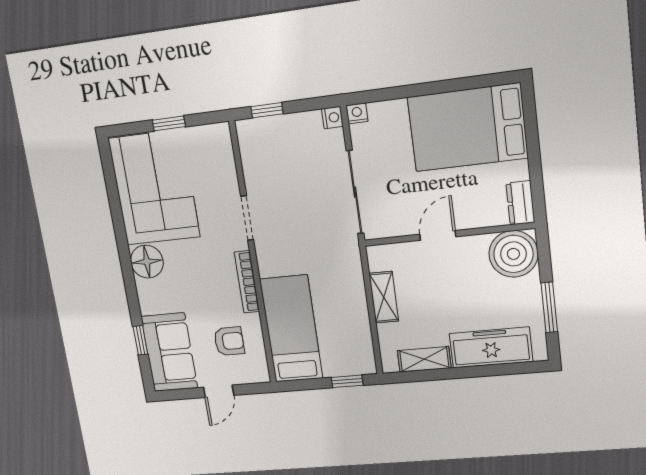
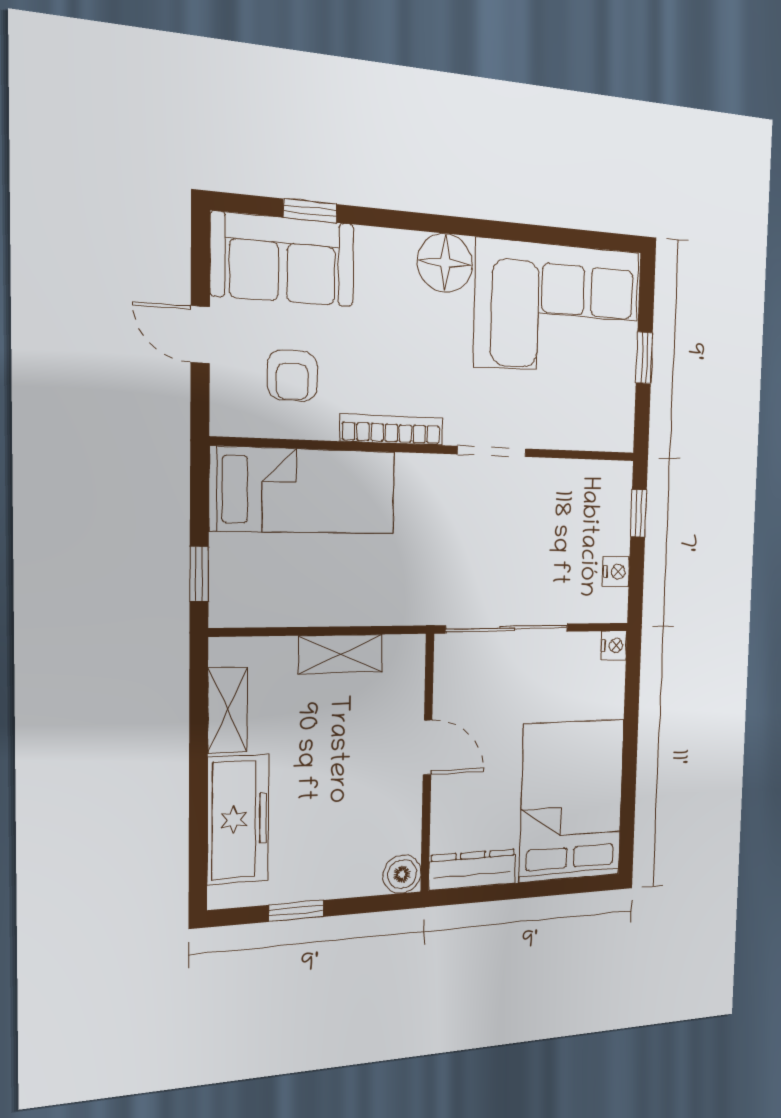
nightstand: (332, 118) -> (616, 572), moved, turned -90
dresser: (520, 203) -> (473, 870), width x1.44
boiler: (513, 254) -> (402, 874), width x0.54, depth x0.54
window: (549, 307) -> (296, 911), width x0.67

